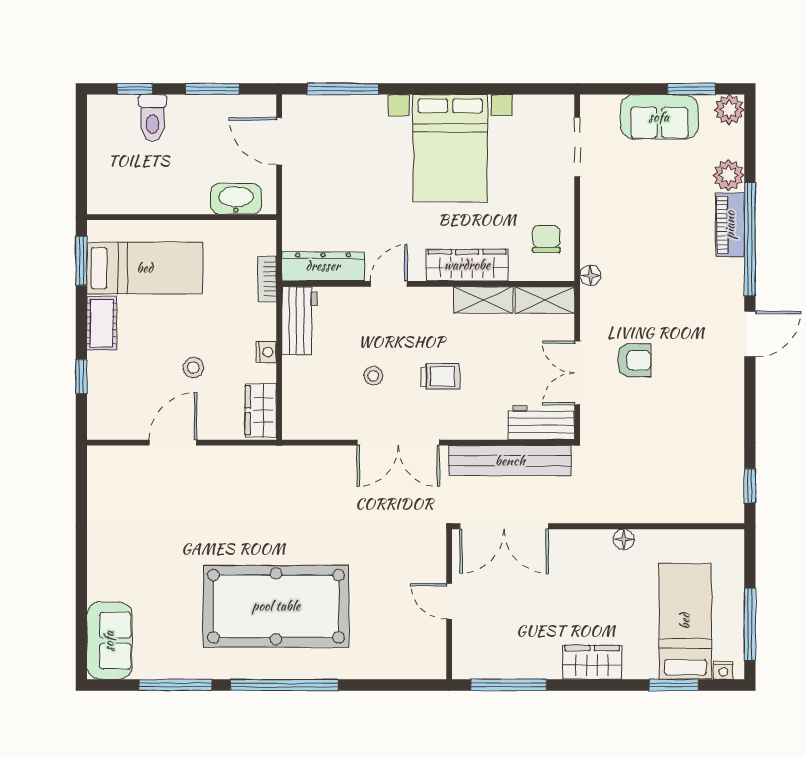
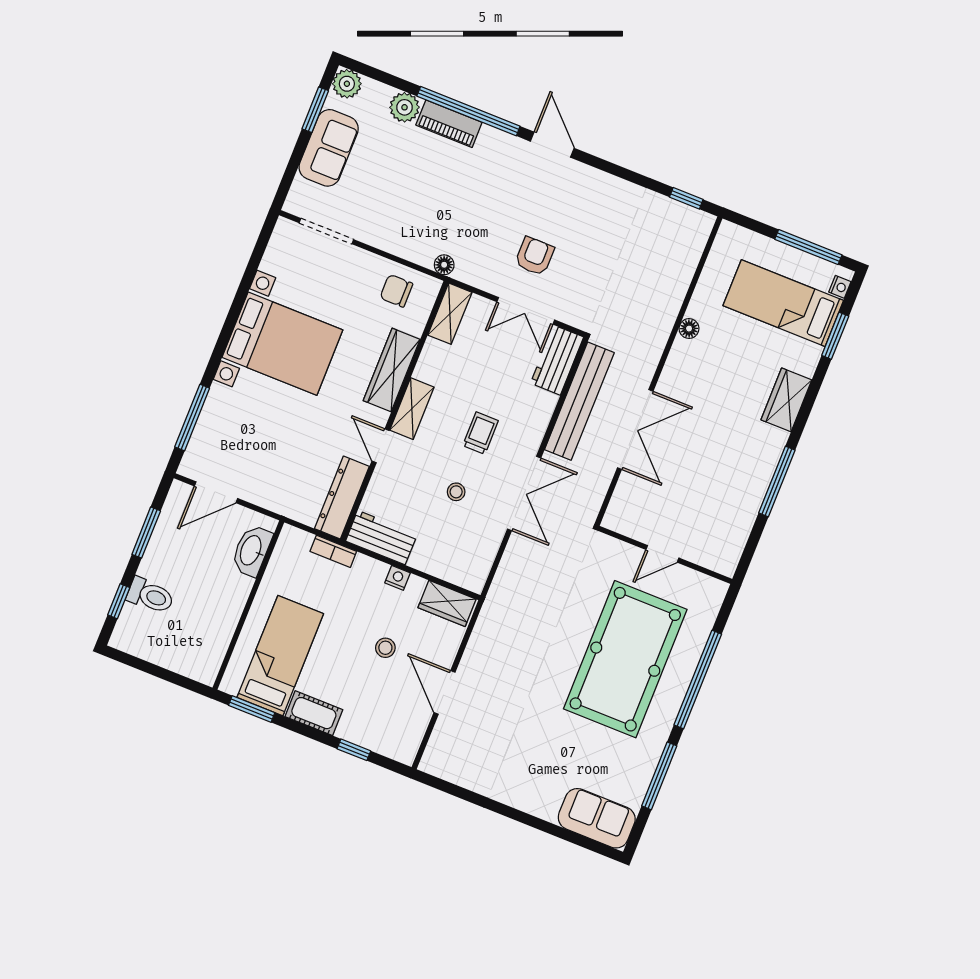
shelving: (483, 300) -> (412, 409), moved
door: (449, 601) -> (662, 554), moved
wall: (449, 604) -> (665, 555), moved

